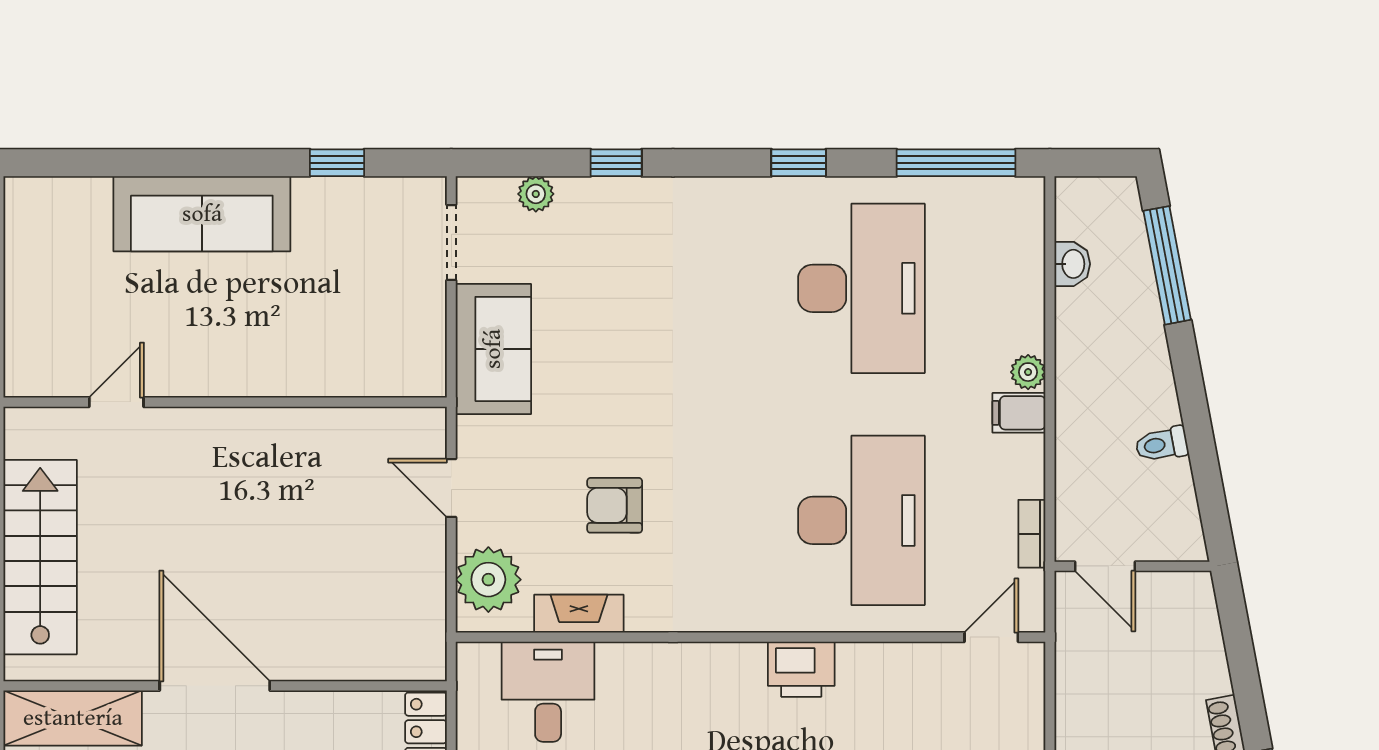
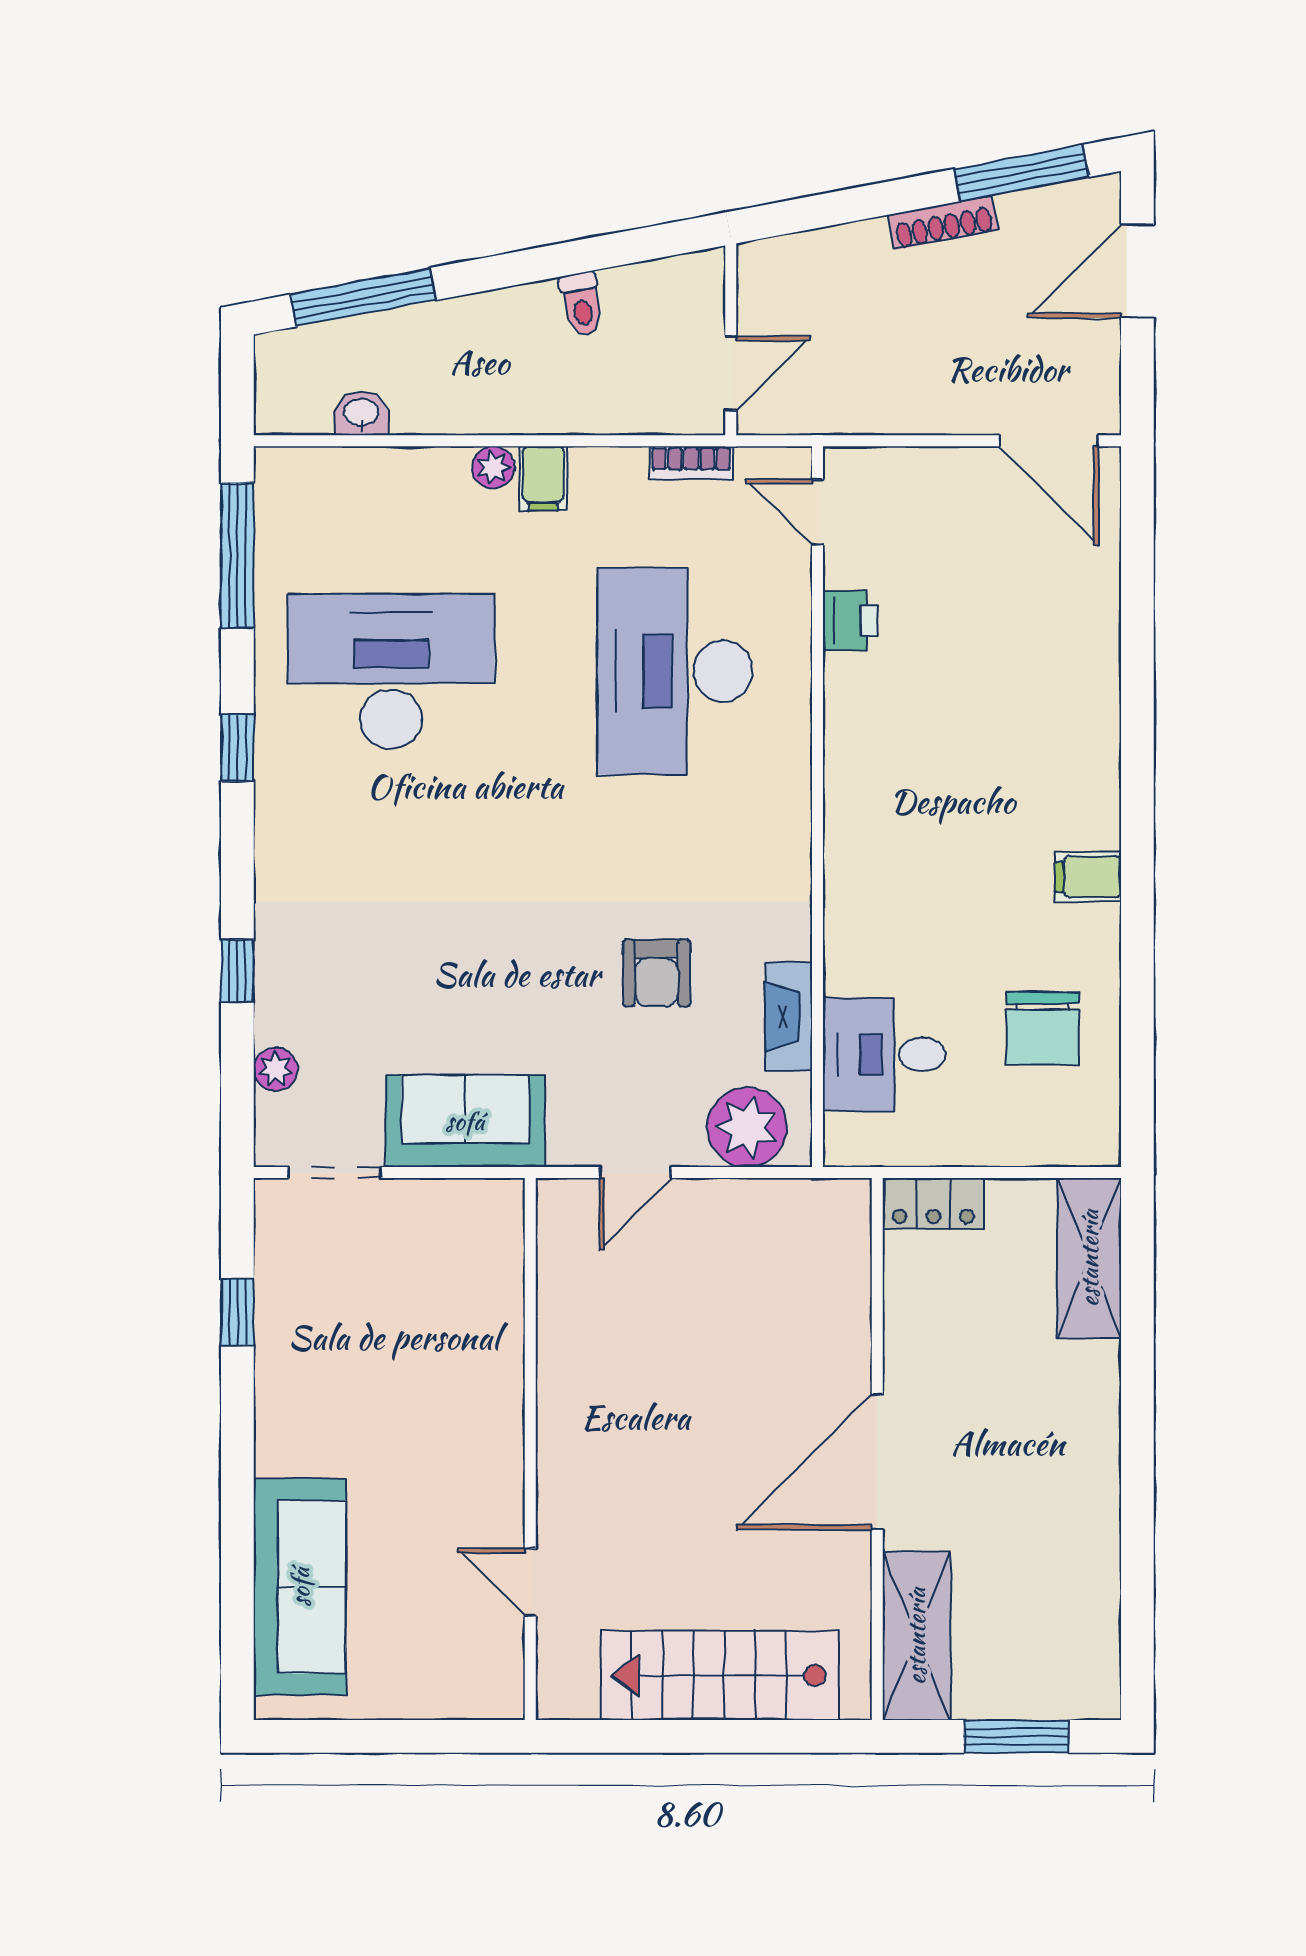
sofa: (202, 214) -> (300, 1587), moved
desk: (861, 520) -> (675, 671), turned -90
printer: (801, 669) -> (850, 620), moved, width x0.73, depth x0.81

